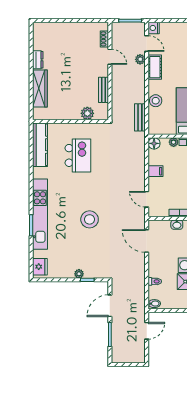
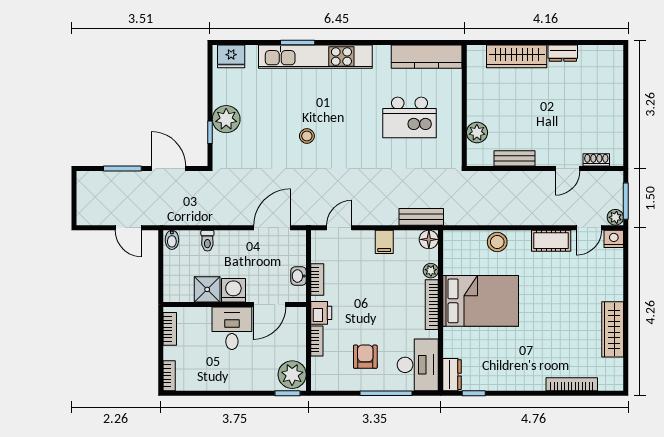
plant: (140, 59) -> (615, 217), moved
bench: (140, 117) -> (421, 217), moved
stool: (90, 219) -> (307, 136), width x0.53, depth x0.53
plant: (79, 274) -> (226, 119), width x1.87, depth x1.87

